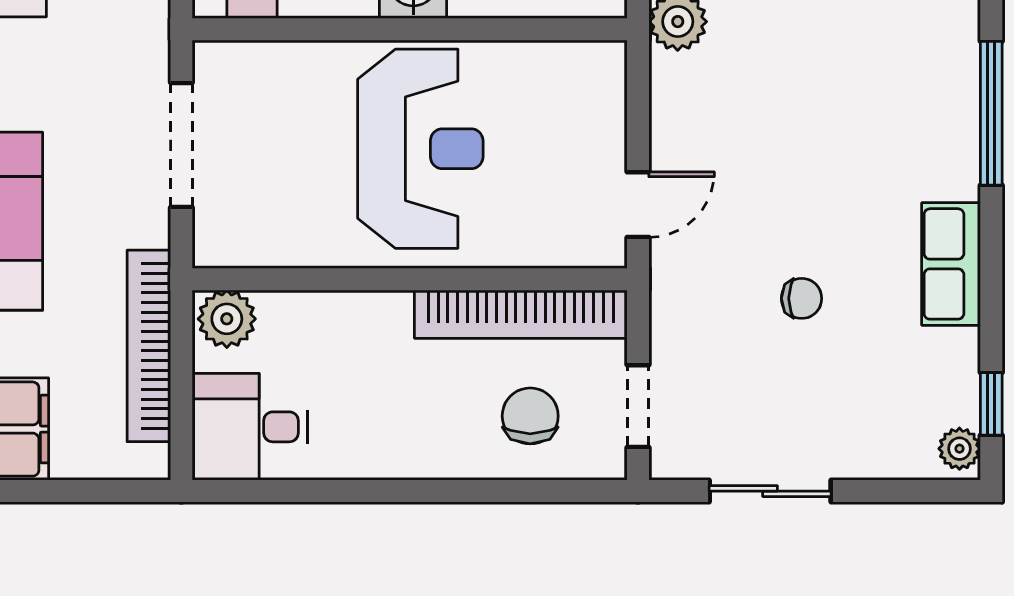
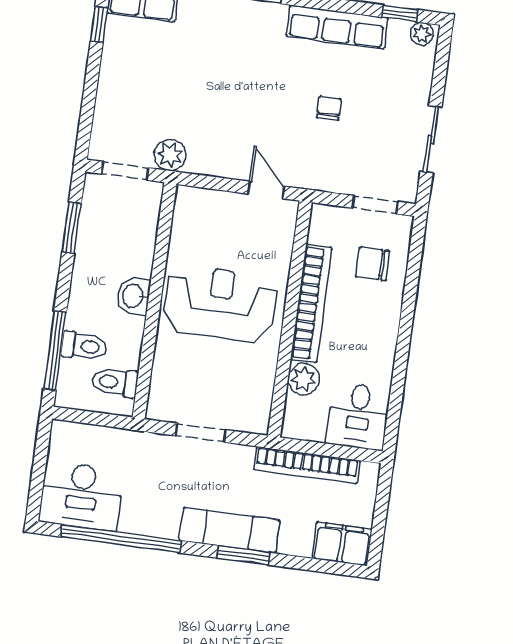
doorway: (181, 145) -> (200, 433), width x0.73
row of seats: (951, 264) -> (337, 27), width x1.48
bookcase: (521, 314) -> (311, 303), moved
plant: (227, 319) -> (304, 379), moved

